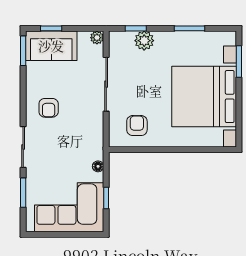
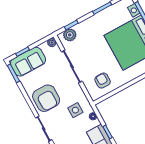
plant: (144, 41) -> (70, 35), moved
armchair: (49, 108) -> (46, 98), width x1.88, depth x1.88
side table: (79, 145) -> (75, 110), added

